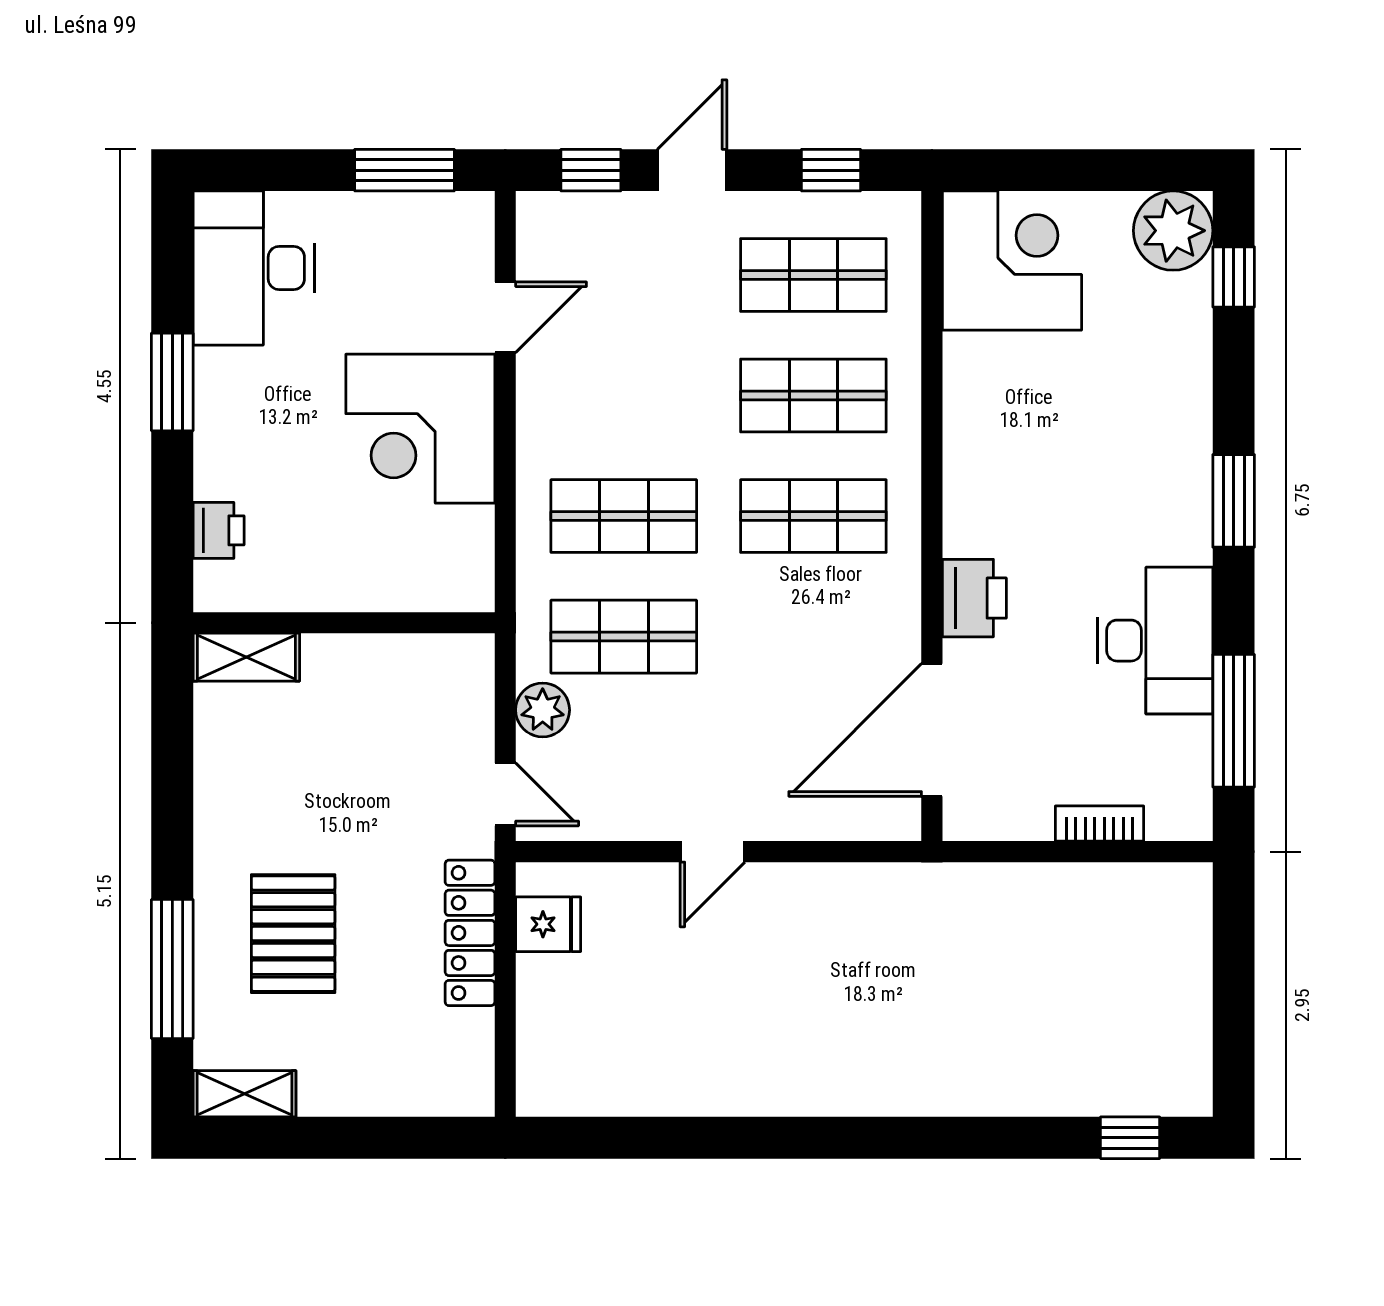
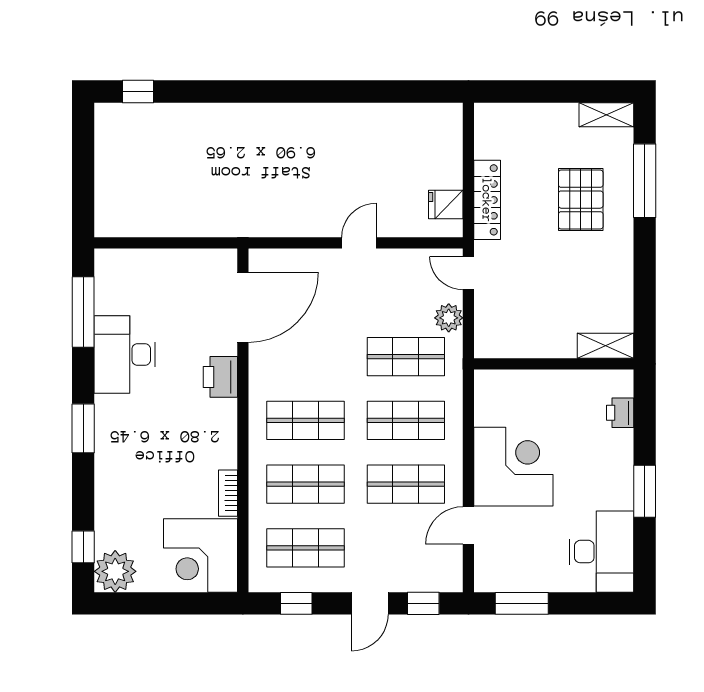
shop shelf: (624, 396) -> (406, 484), added
bookcase: (1100, 824) -> (228, 493), moved, turned 90

